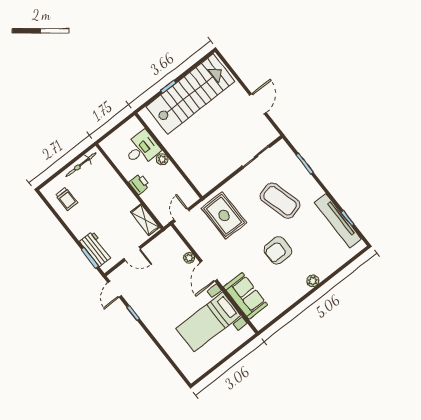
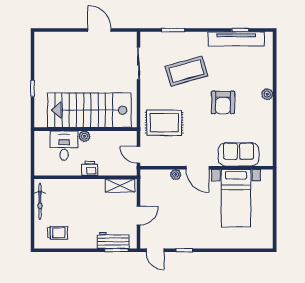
stairs: (190, 94) -> (89, 110), moved, turned -90

